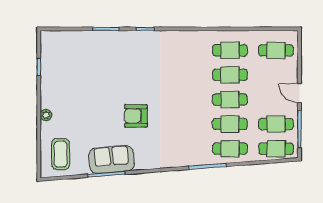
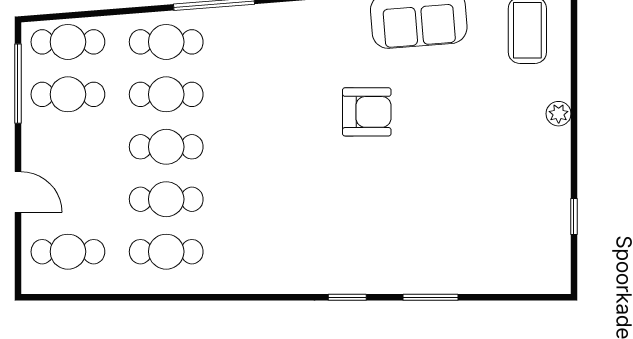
door: (299, 93) -> (18, 192), moved

